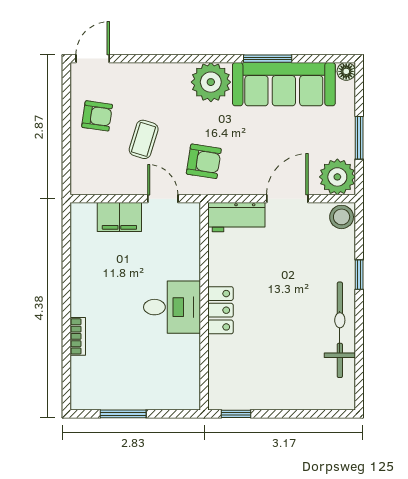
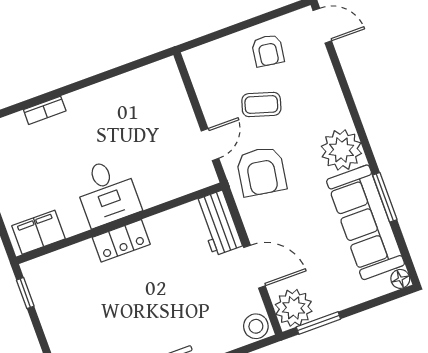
window: (359, 138) -> (318, 323), moved
armchair: (204, 161) -> (261, 171), width x1.38, depth x1.38
filing cabinet: (119, 217) -> (38, 232), moved, turned 90

